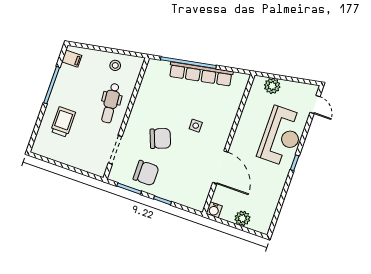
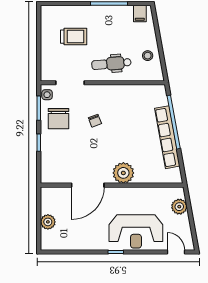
door: (315, 105) -> (176, 252), swing flipped
trolley: (63, 122) -> (74, 37), moved
side table: (196, 126) -> (47, 95), moved
plant: (221, 129) -> (123, 173), added
chair: (160, 138) -> (95, 121), width x0.54, depth x0.54
water cooler: (214, 210) -> (47, 193), removed

